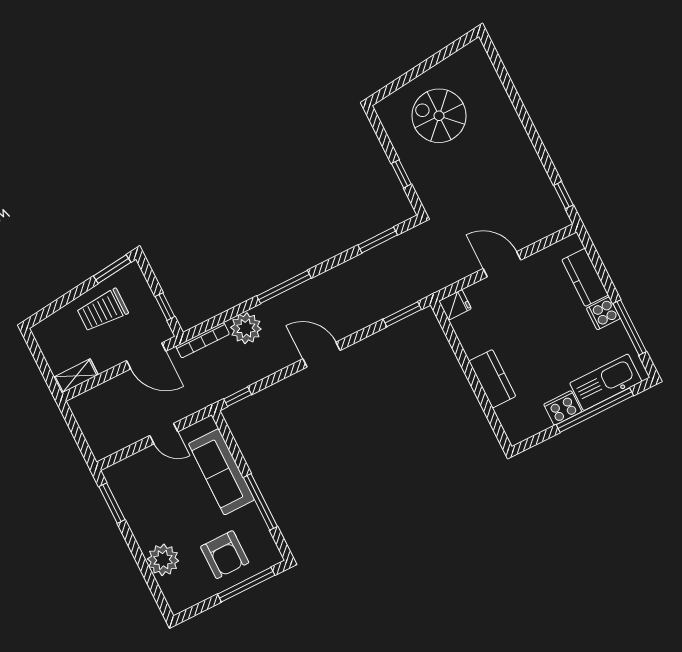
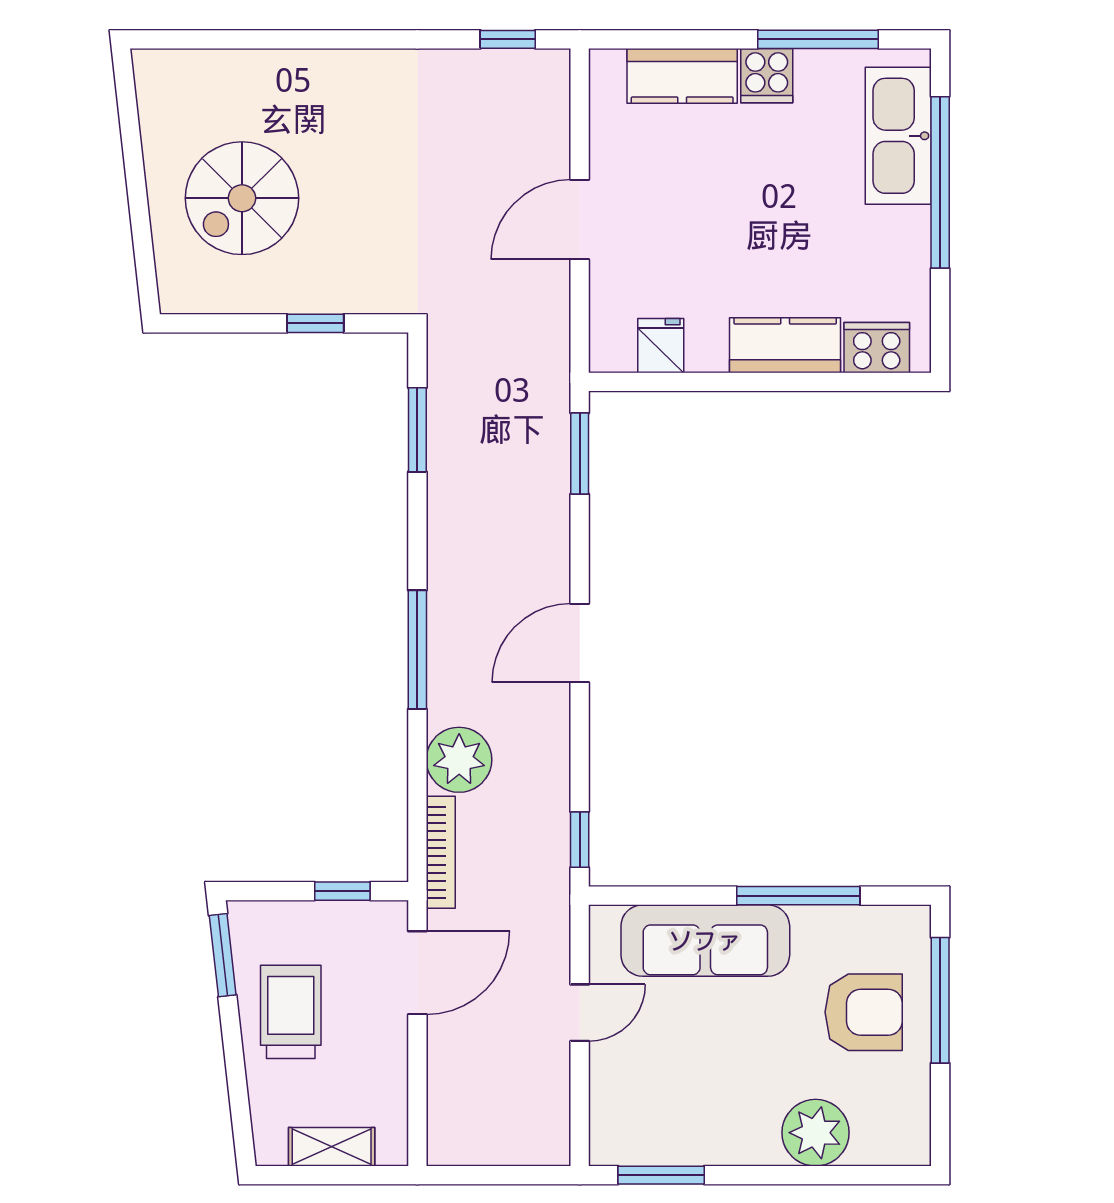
fridge: (455, 305) -> (661, 346), moved
trolley: (102, 310) -> (291, 1012), turned 180
shelving: (76, 376) -> (332, 1147), moved, turned 90
cooker: (563, 408) -> (877, 348), moved, turned 90

